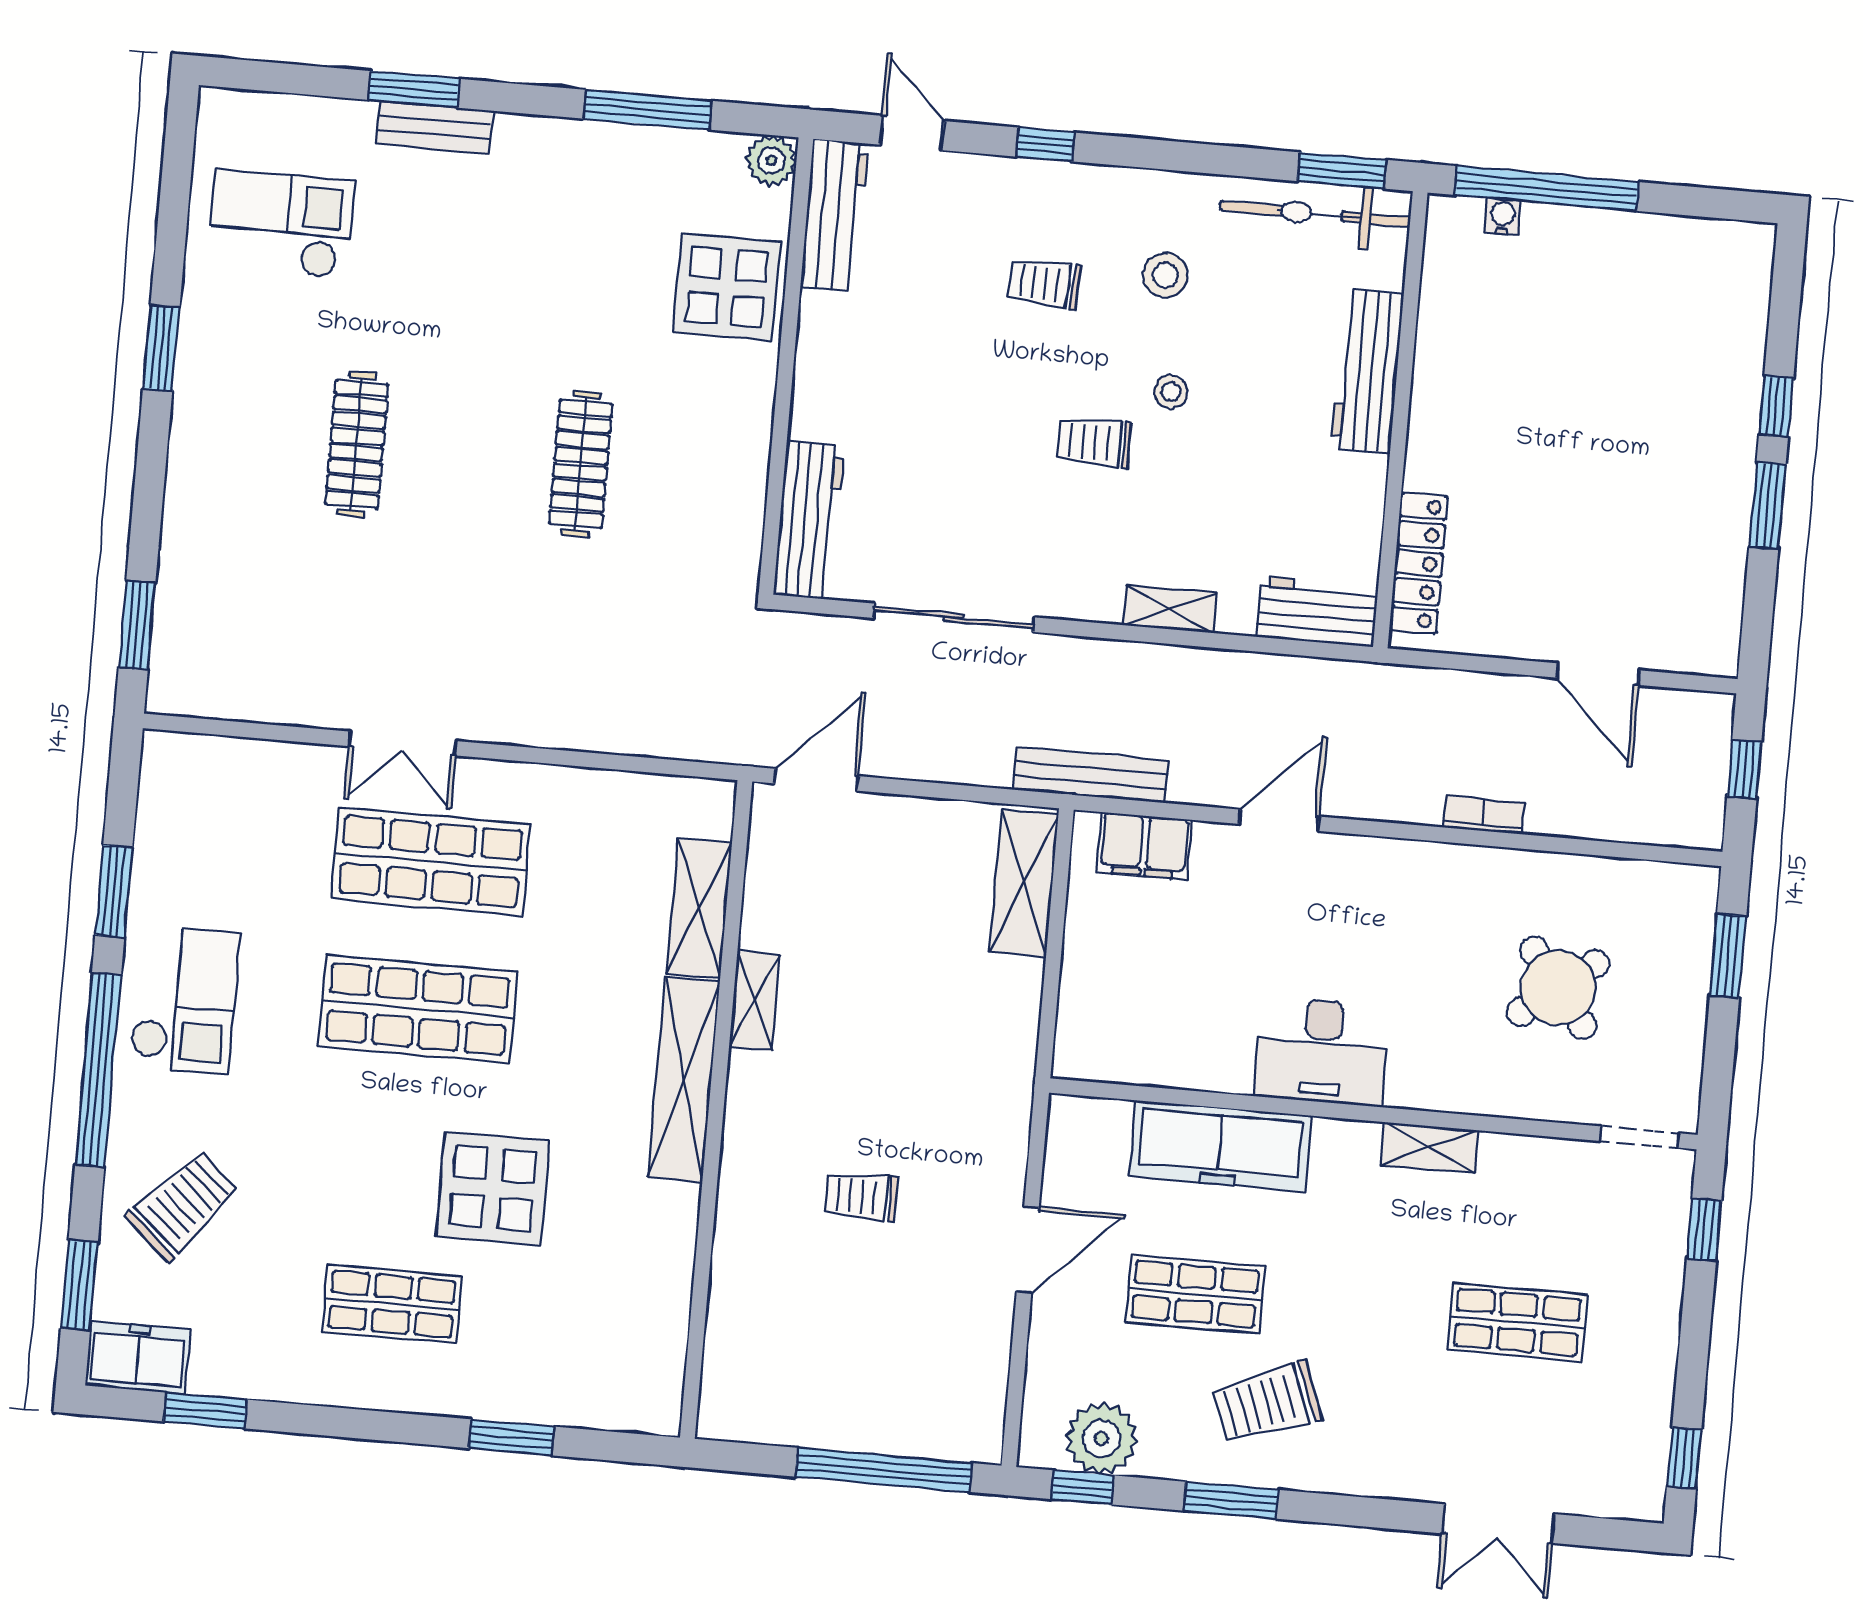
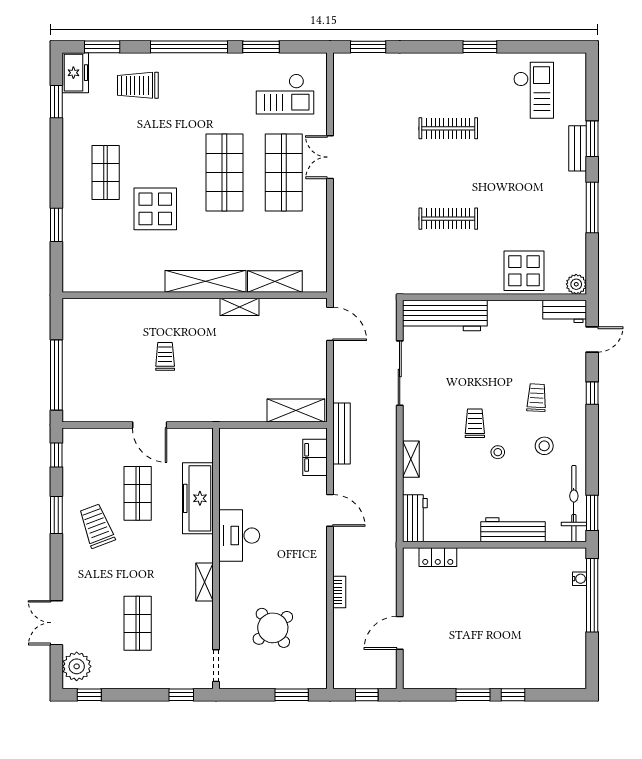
window: (648, 110) -> (592, 207), moved
workbench: (834, 215) -> (565, 311), width x0.73
workbench: (809, 520) -> (445, 316), width x1.36, depth x1.32
locker: (1419, 563) -> (438, 557), width x0.66
checkout: (185, 1000) -> (285, 94), moved
trolley: (183, 1205) -> (138, 85), turned 138
plant: (1101, 1438) -> (77, 666), moved

